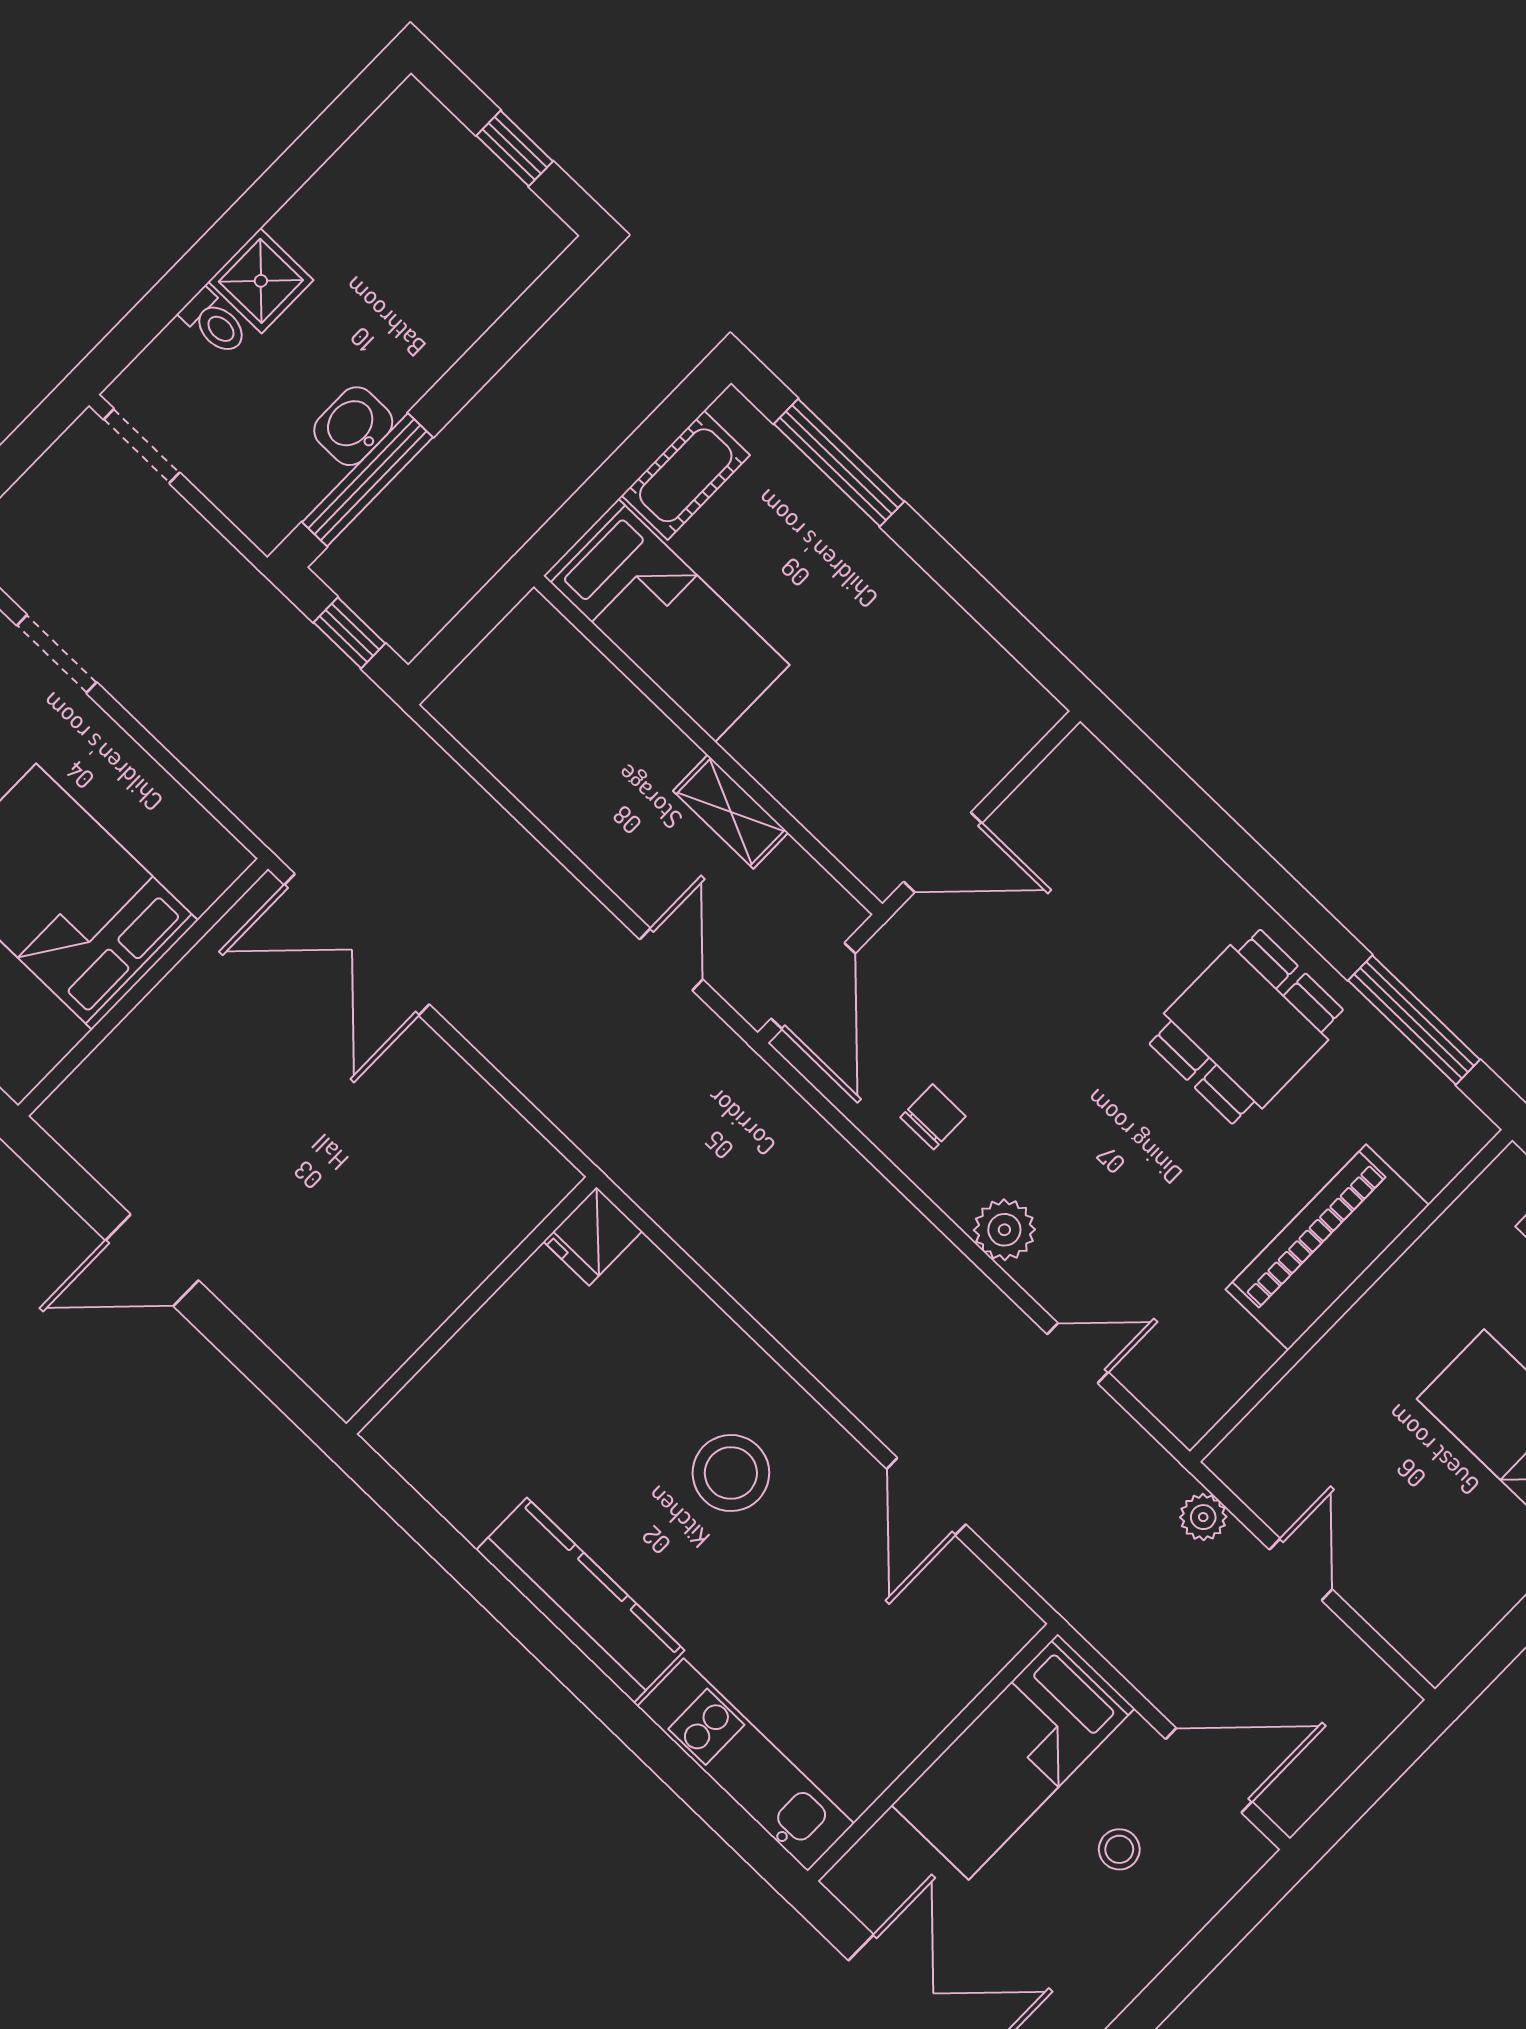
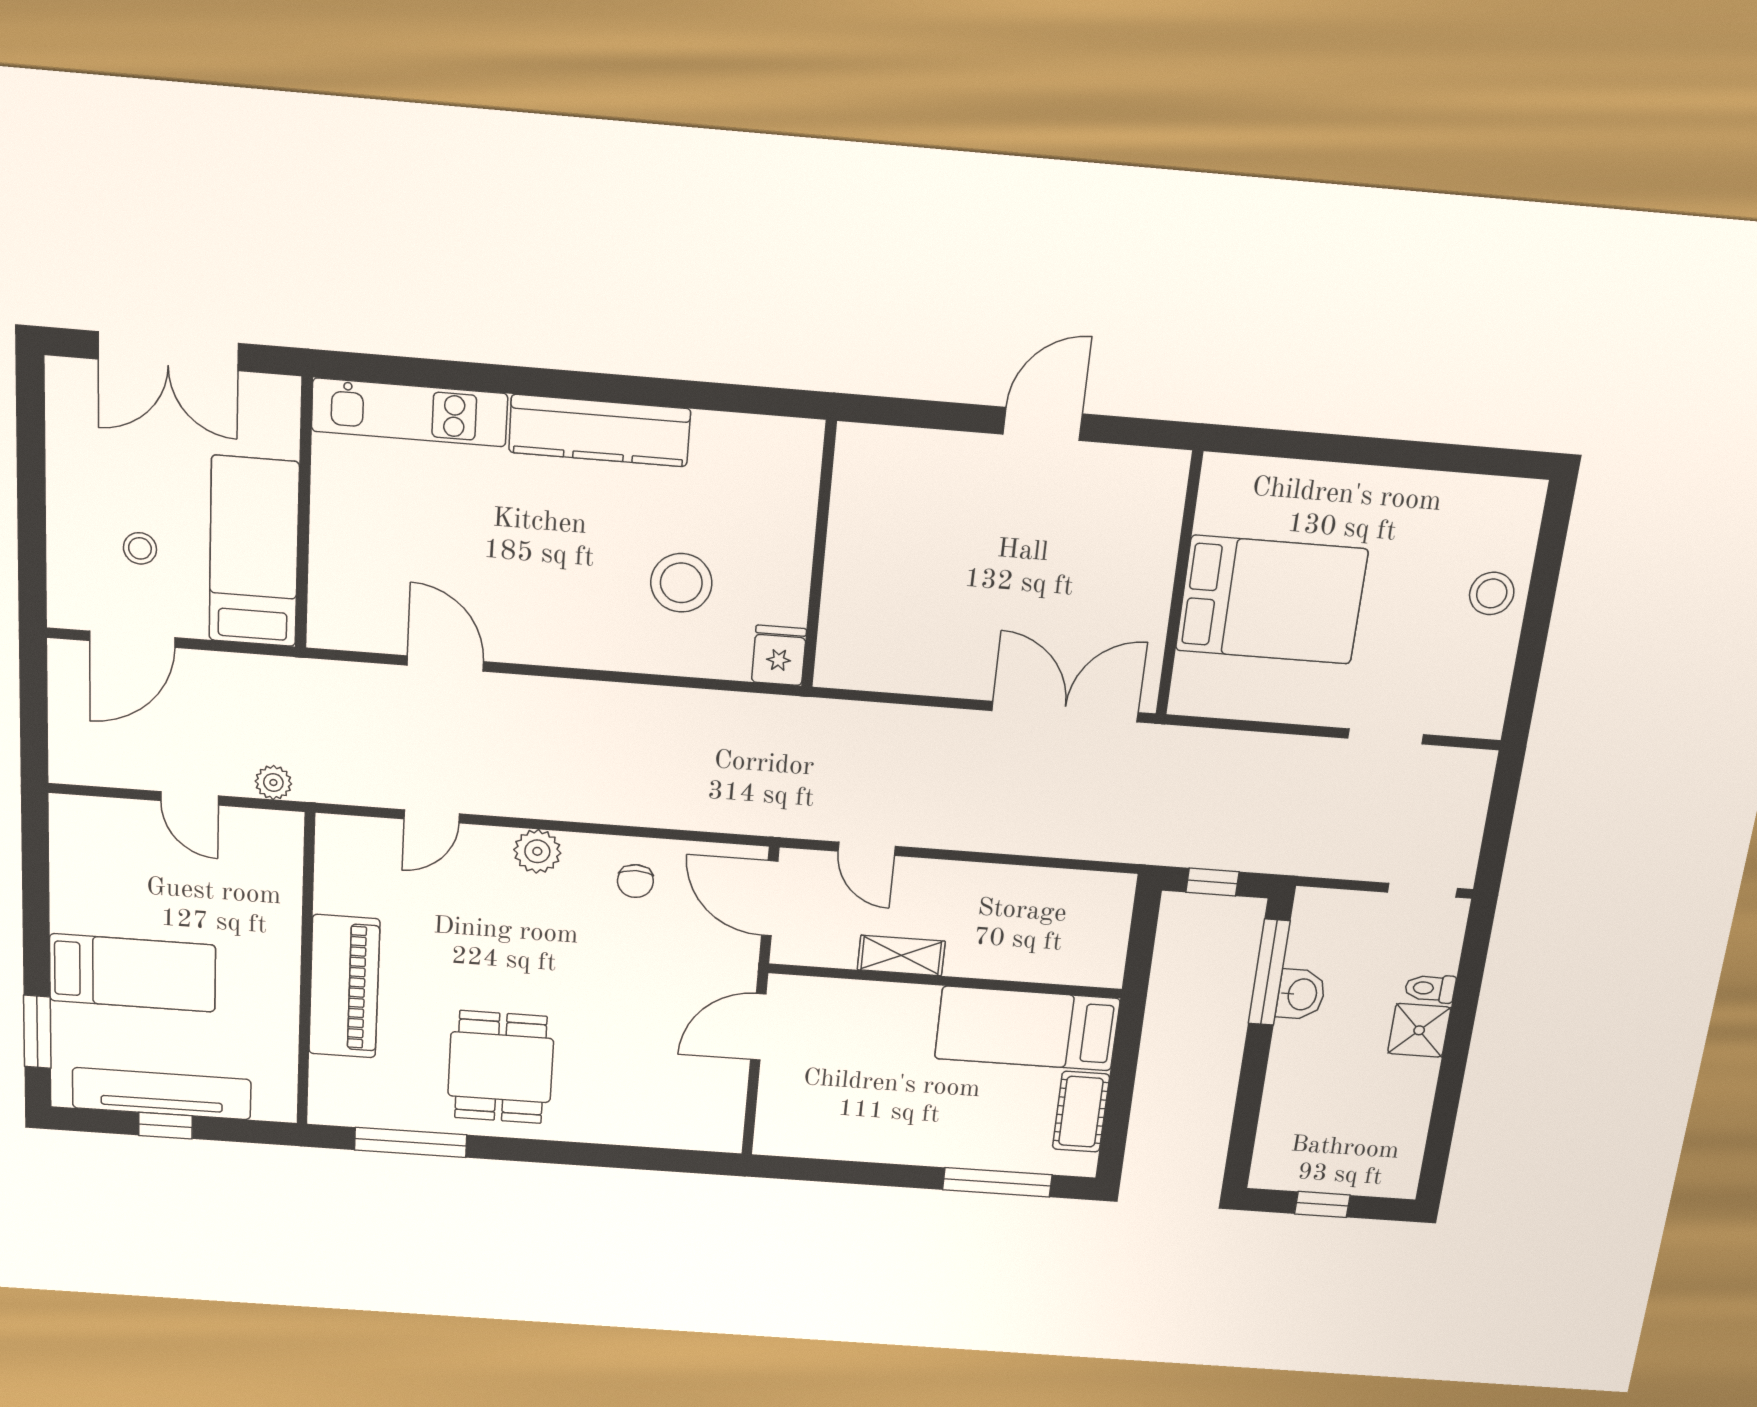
stool: (731, 1473) -> (681, 583), moved

